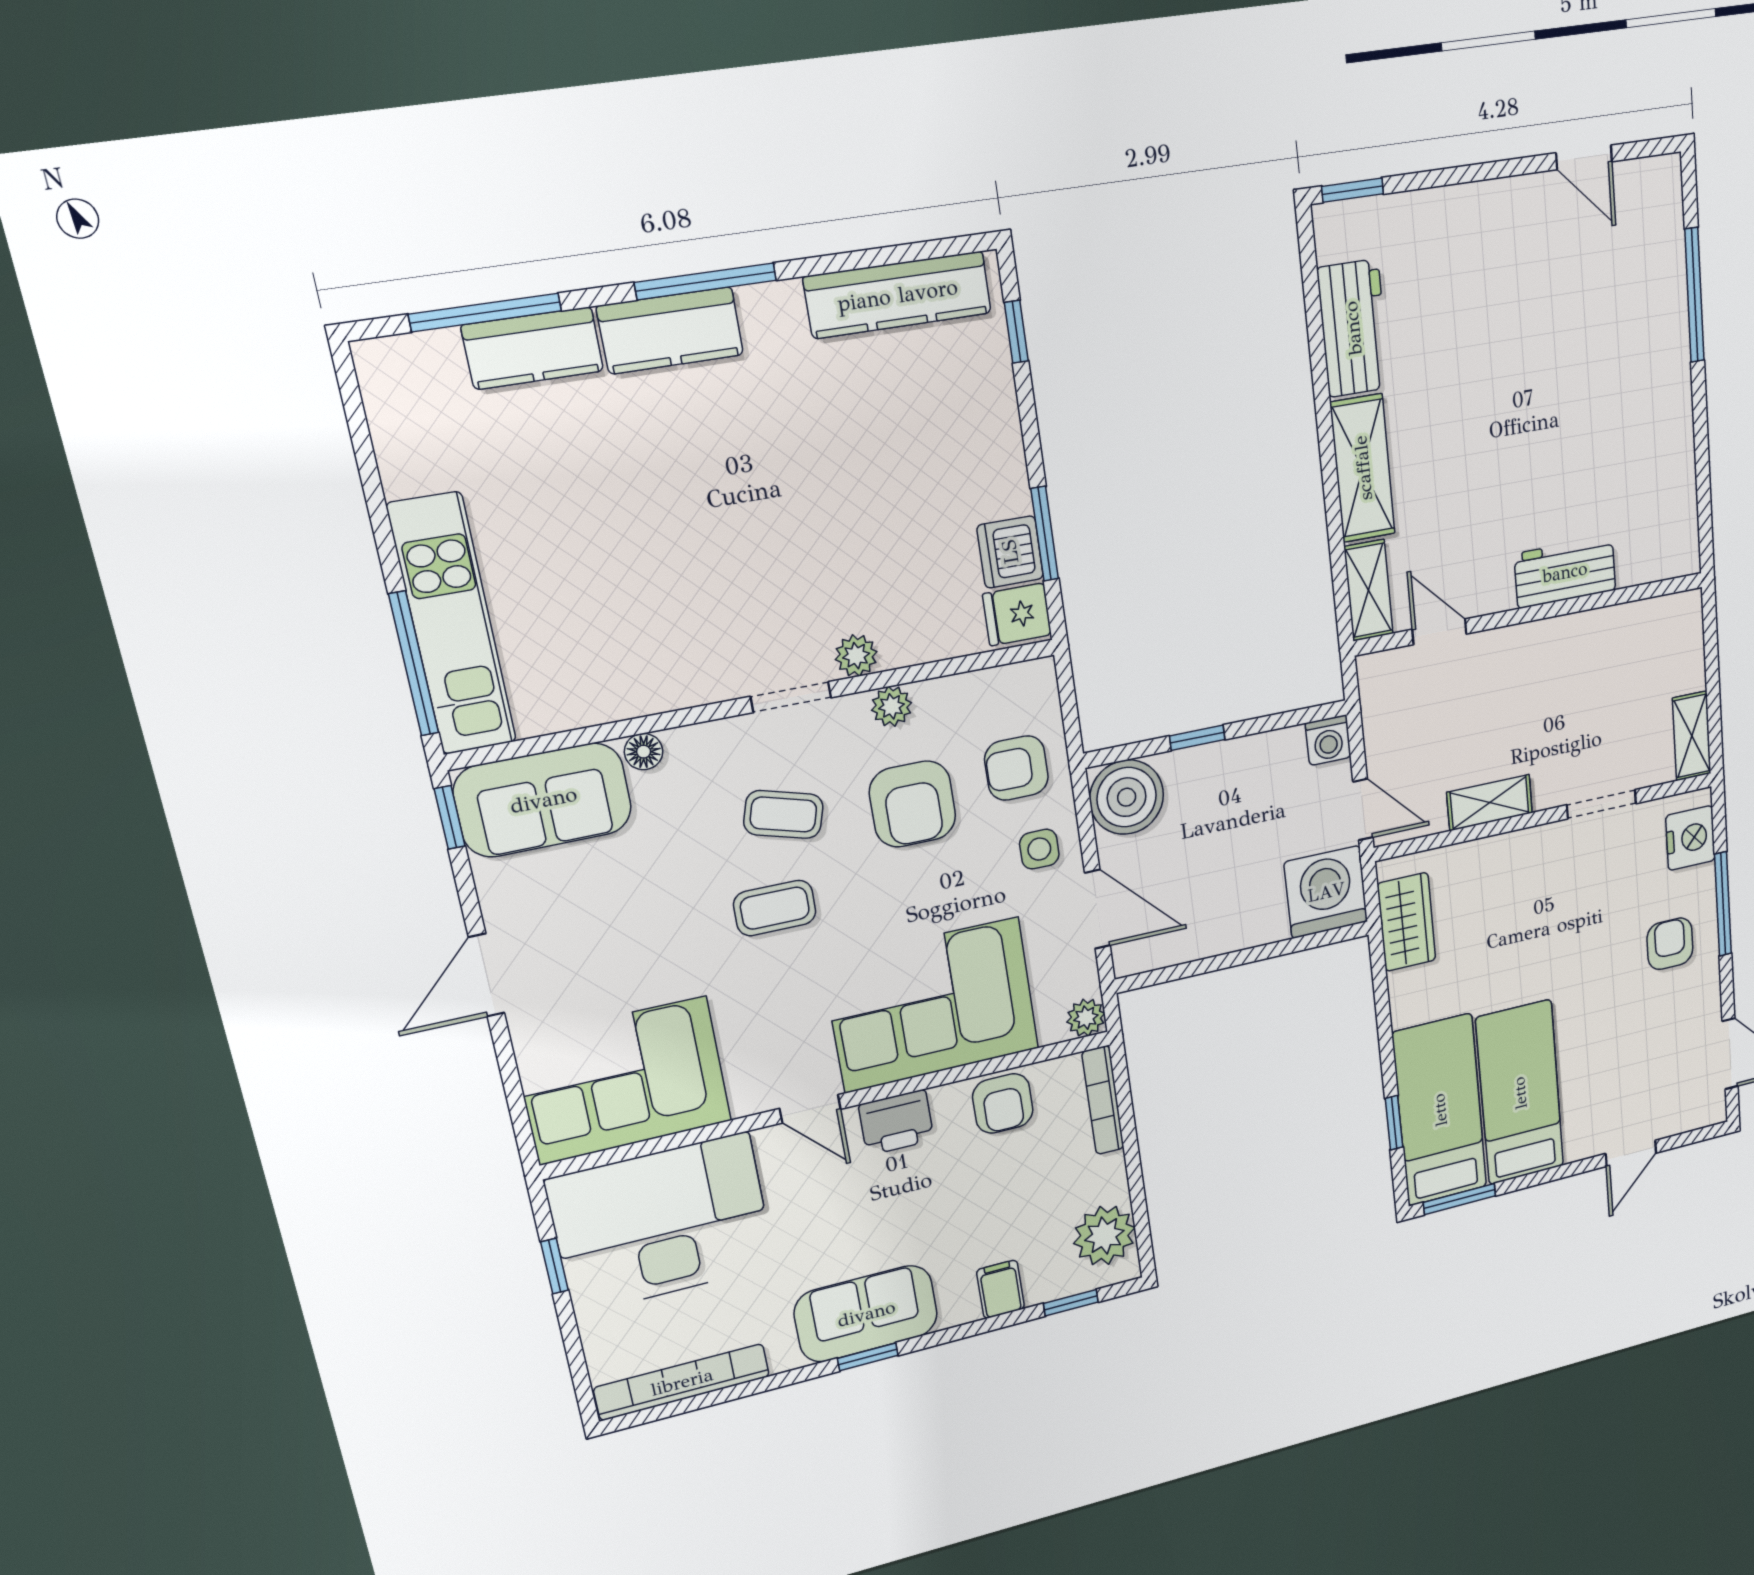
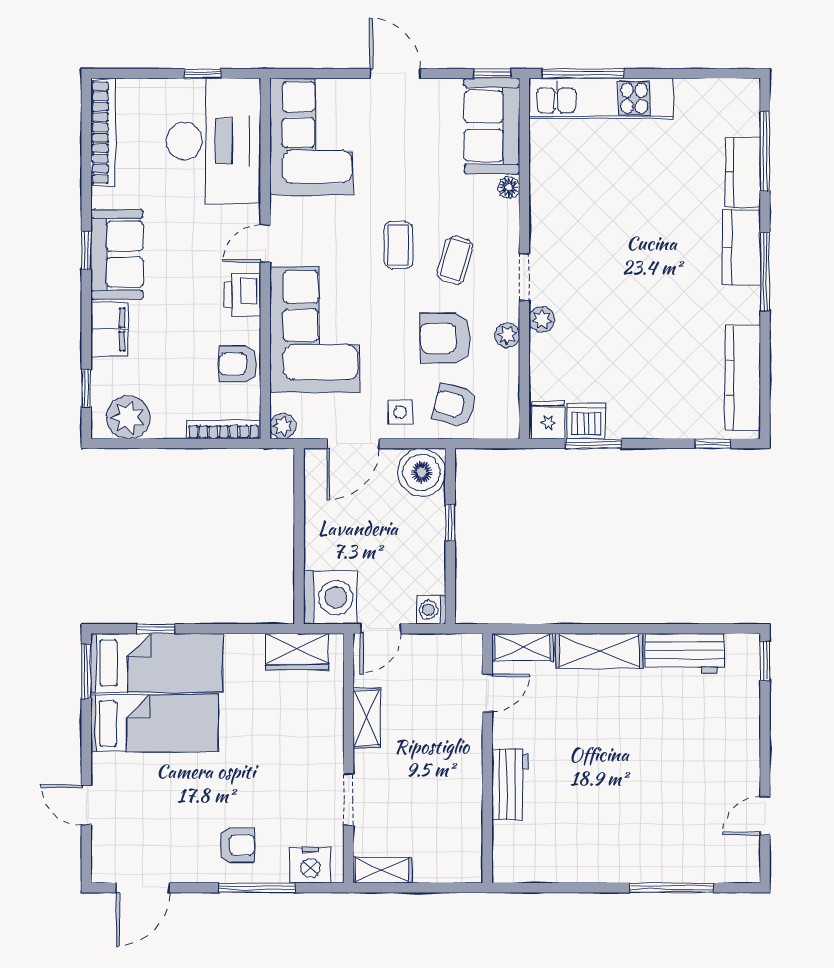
armchair: (1016, 768) -> (454, 405), turned -76
filing cabinet: (1000, 1289) -> (109, 329), width x2.00

